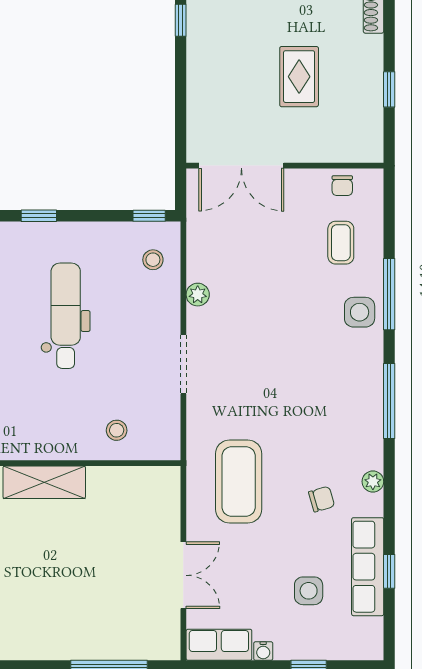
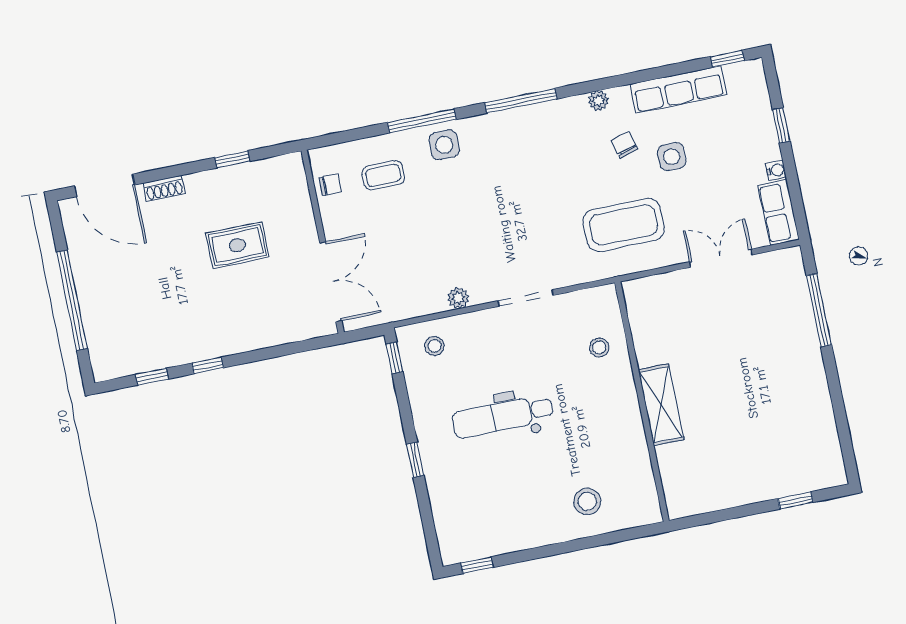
window: (389, 571) -> (727, 59), moved
side table: (309, 591) -> (672, 157), moved

